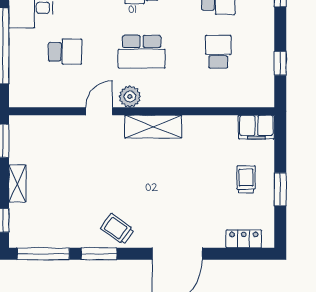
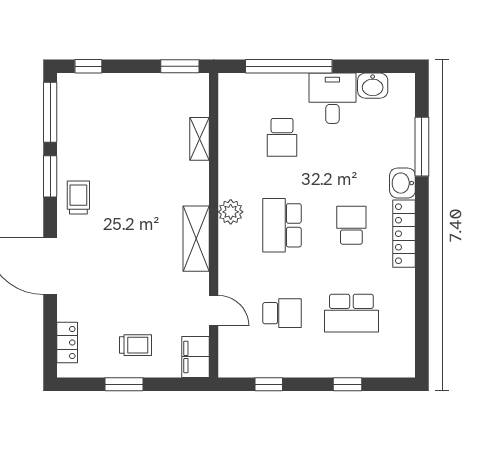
door: (99, 111) -> (214, 311), moved
shelving: (17, 184) -> (200, 139), moved, turned 90
trolley: (117, 229) -> (78, 197), turned -35

